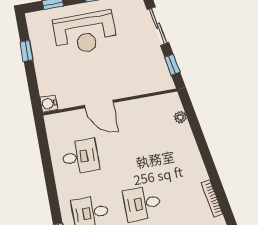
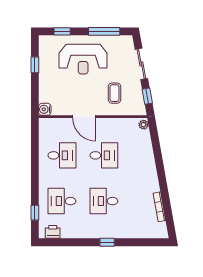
coffee table: (131, 68) -> (114, 93), added
plant: (180, 117) -> (144, 125), moved
desk: (132, 147) -> (104, 155), added

